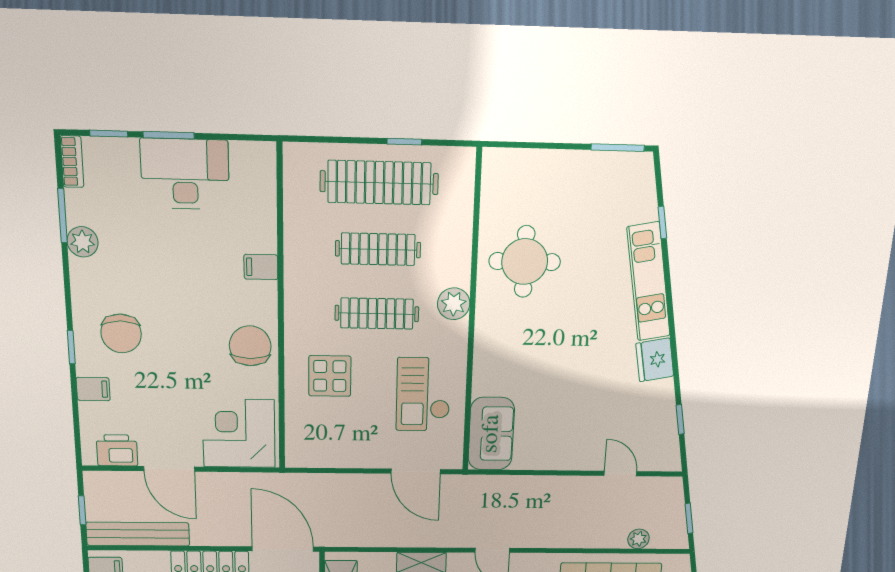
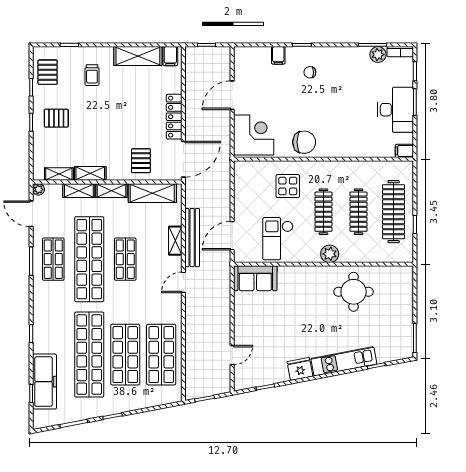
plant: (83, 242) -> (378, 55), moved
filing cabinet: (261, 267) -> (404, 151), moved, turned -90
chair: (121, 333) -> (310, 72), width x0.54, depth x0.54
checkout: (423, 394) -> (278, 239), turned -90
printer: (117, 450) -> (243, 67), removed
bench: (138, 534) -> (192, 238), moved
plant: (638, 539) -> (191, 369), removed

